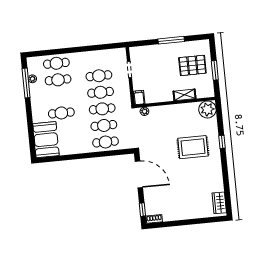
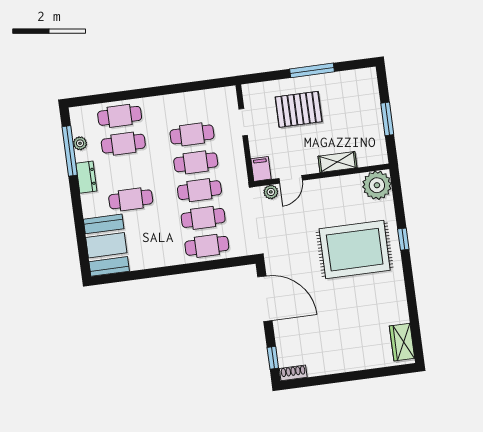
pallet: (192, 65) -> (299, 109), moved
dresser: (35, 99) -> (86, 177), added
door: (156, 104) -> (291, 179), added
rug: (193, 147) -> (355, 250), width x1.37, depth x1.44

